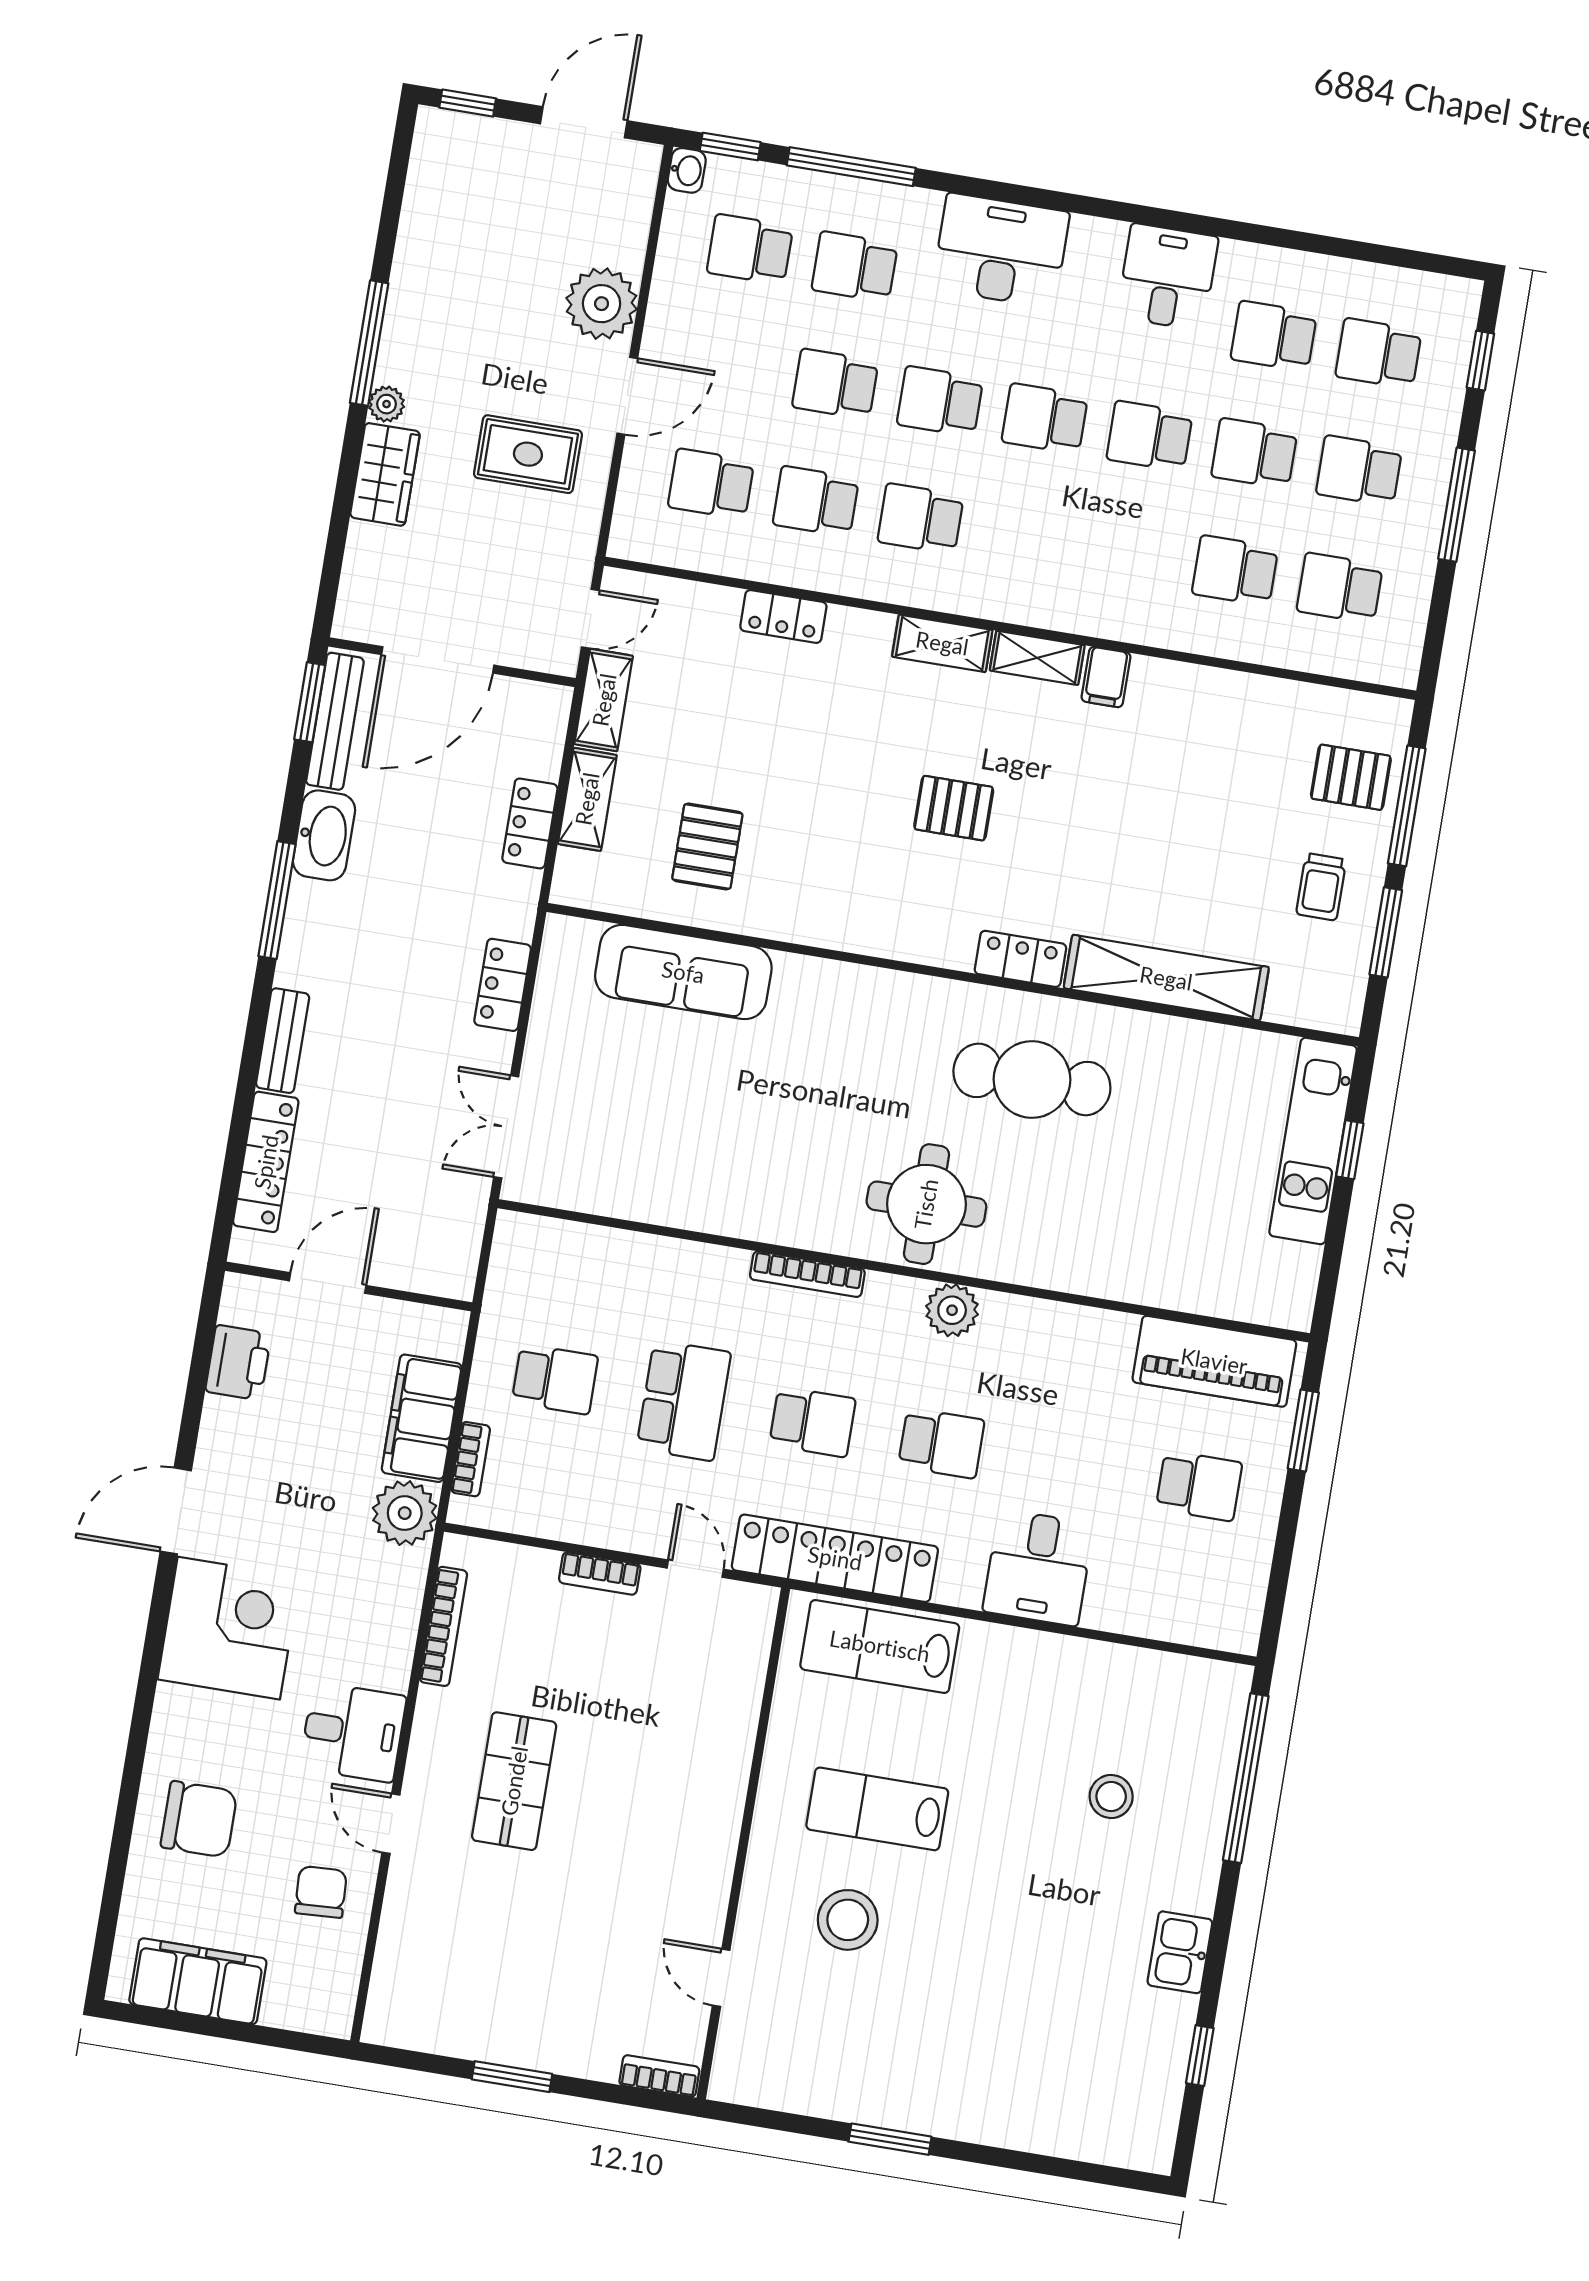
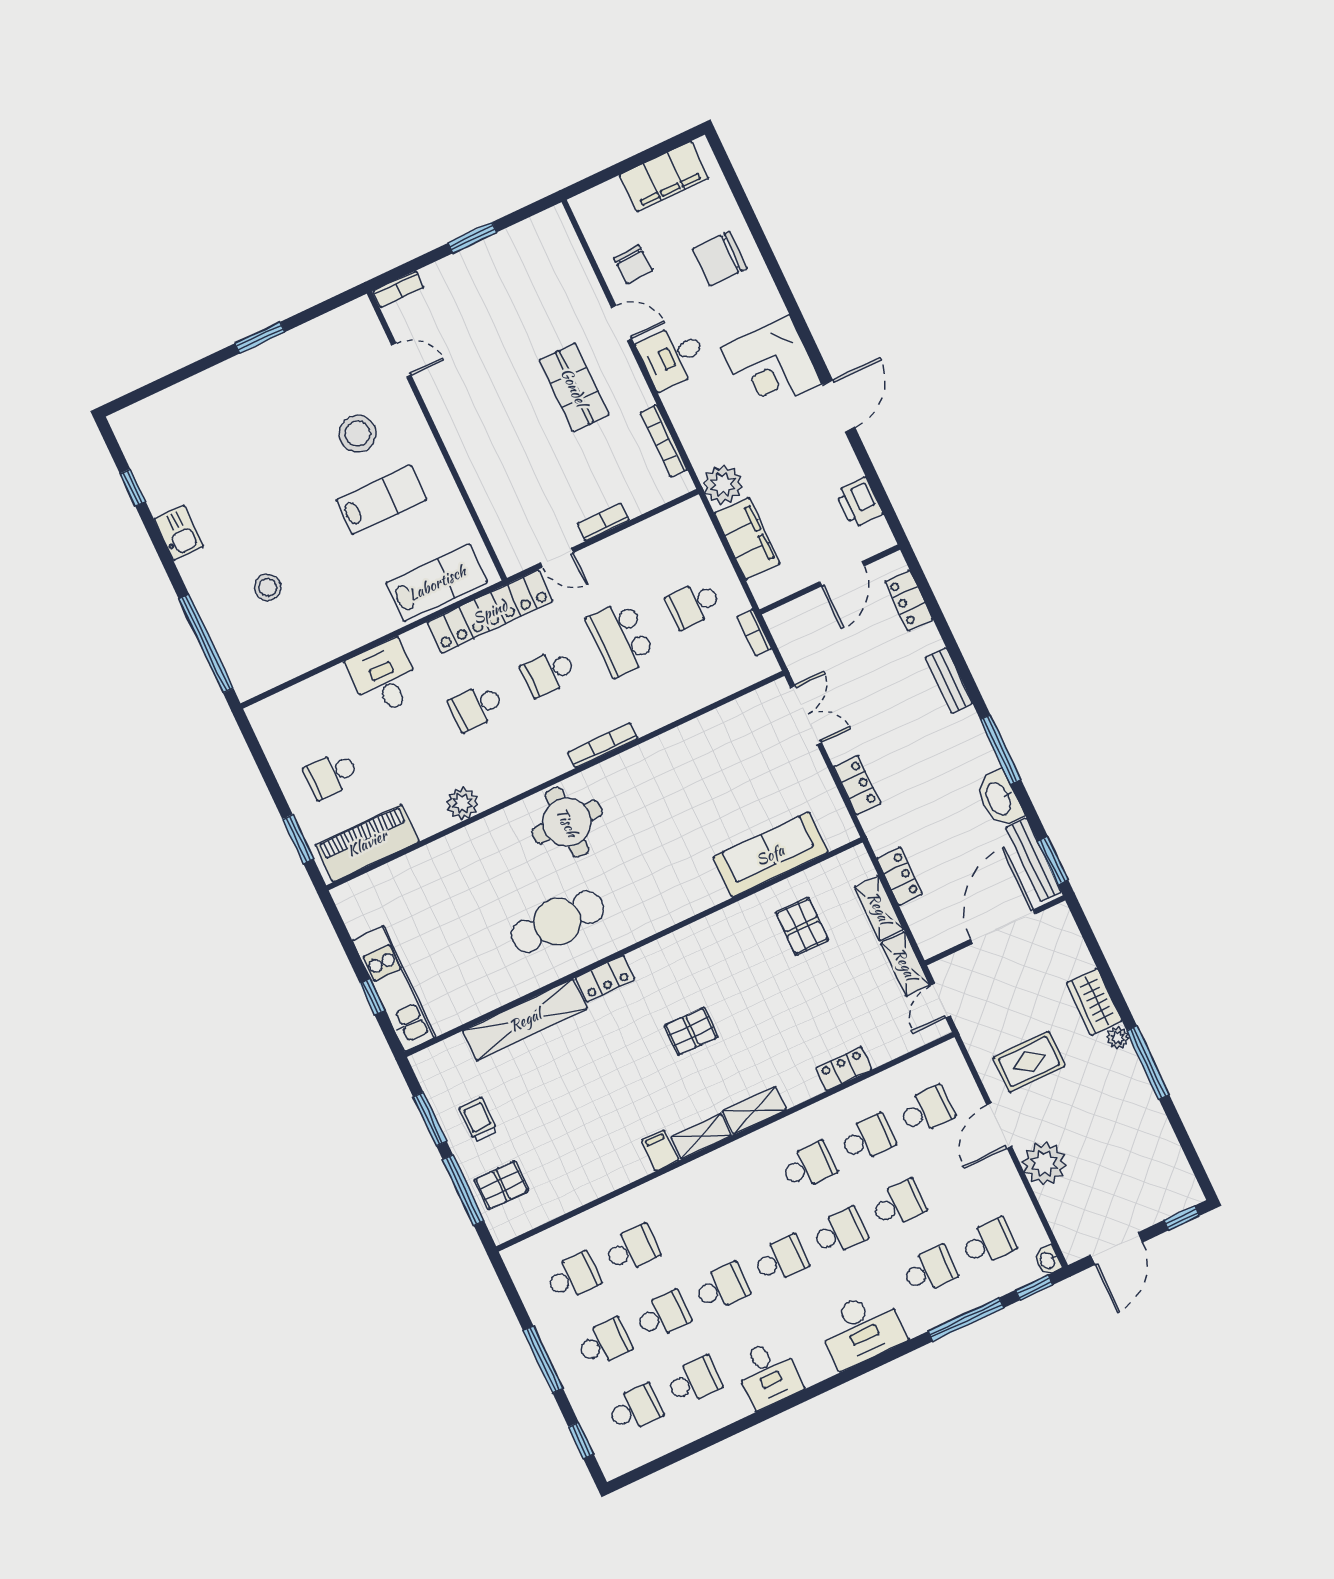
locker: (266, 1162) -> (909, 600), width x0.66
plant: (952, 1310) -> (462, 803), moved
bookcase: (471, 1459) -> (754, 632), moved

